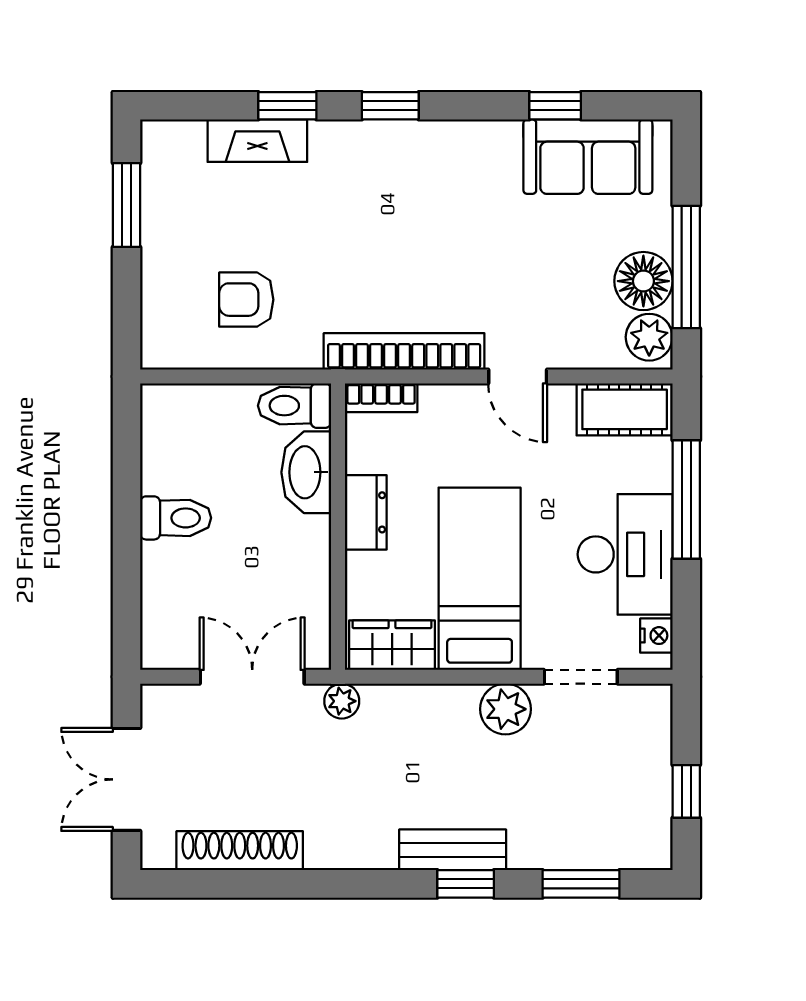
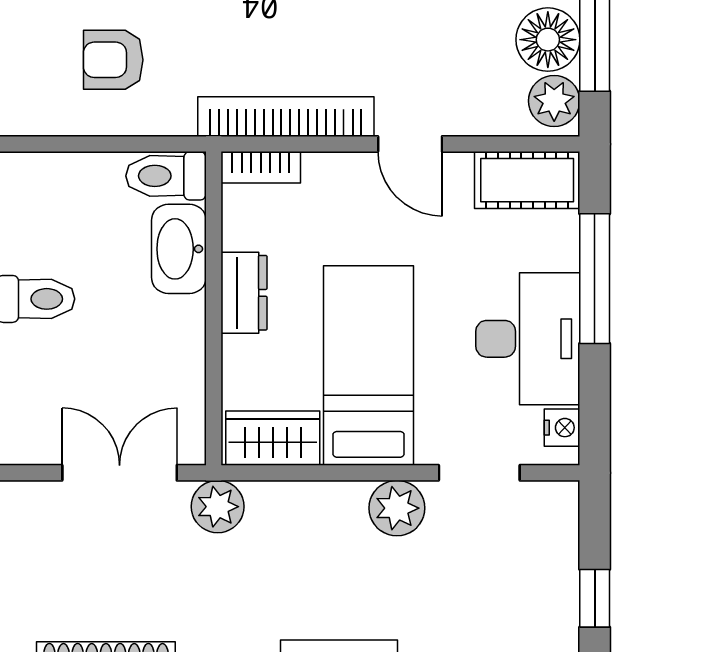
plant: (342, 701) -> (218, 507), width x1.38, depth x1.38

